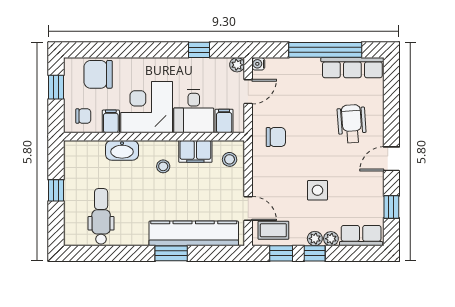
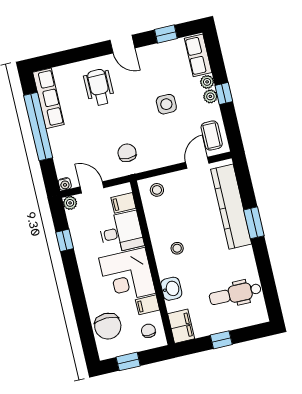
wheelchair: (352, 124) -> (99, 87), turned 94
washbasin: (122, 150) -> (171, 289), width x0.72
filing cabinet: (195, 151) -> (181, 326), moved
window: (281, 253) -> (231, 124), removed

